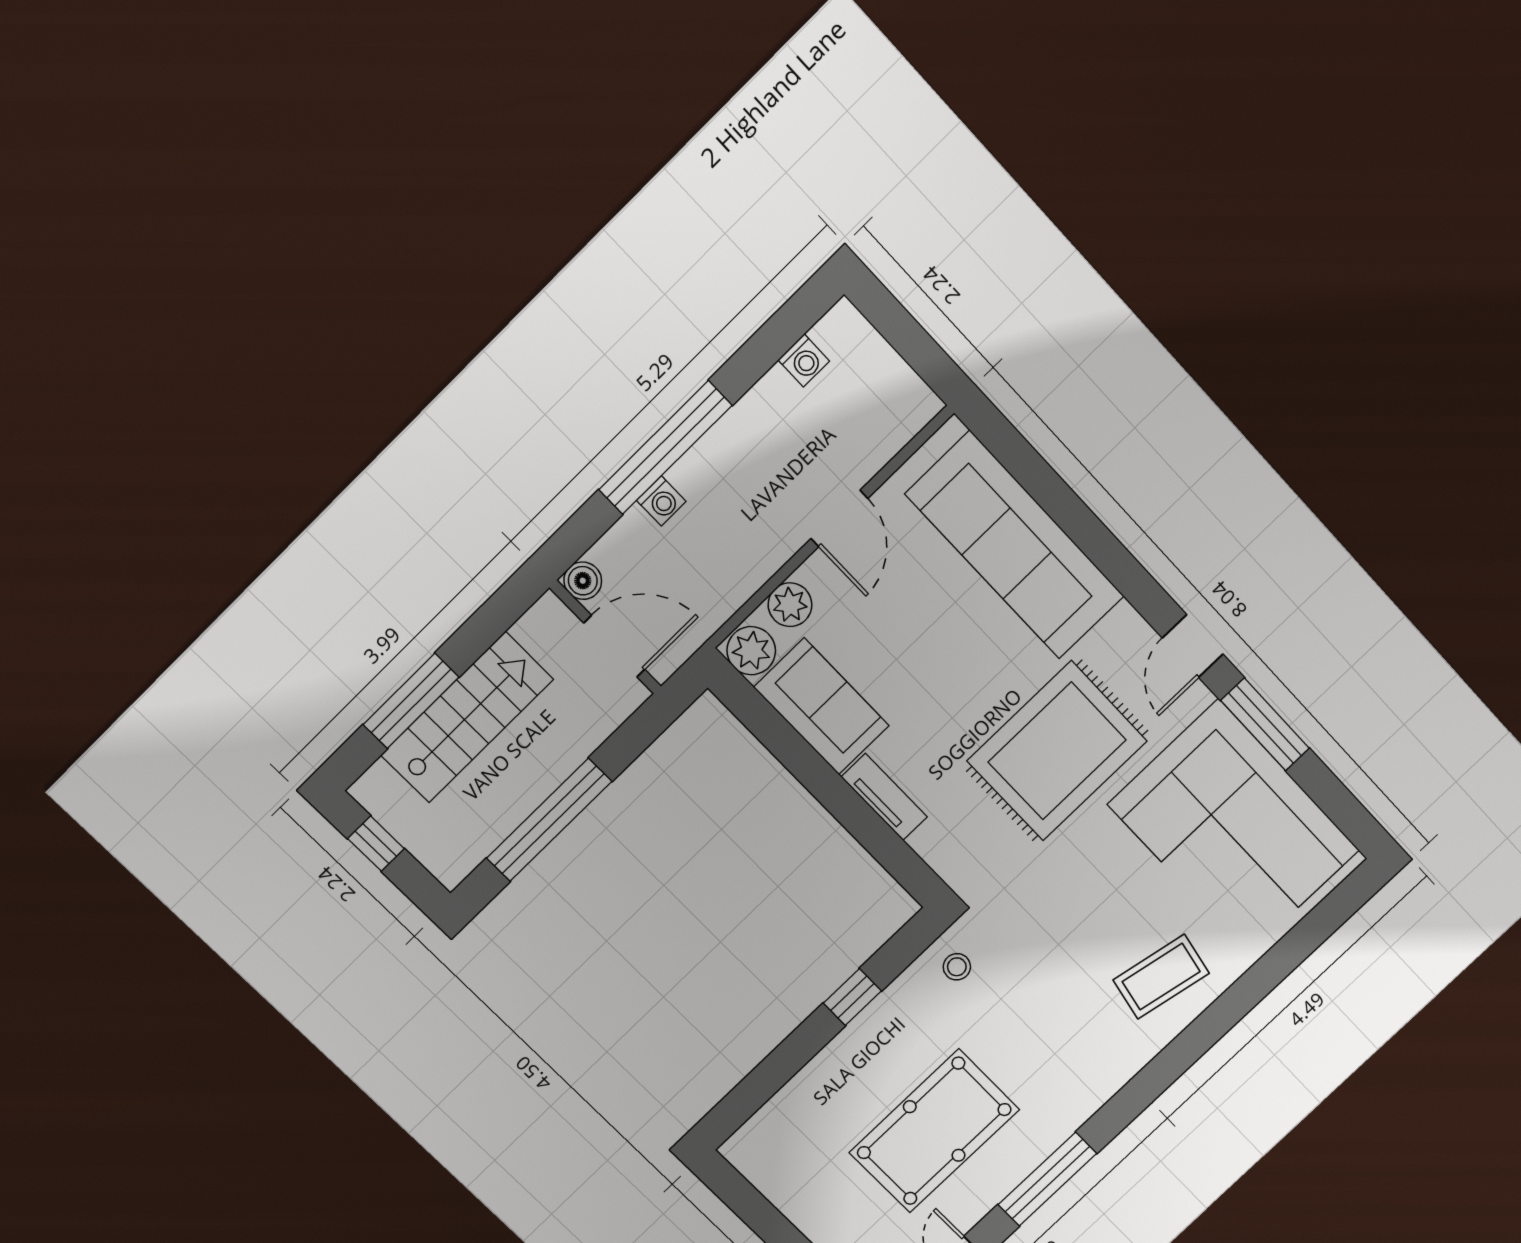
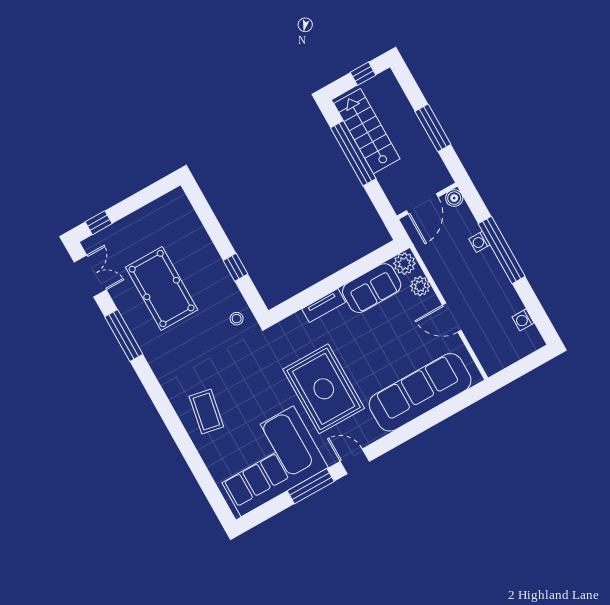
window: (411, 701) -> (433, 128), moved
stairs: (467, 717) -> (367, 131), moved, turned 180

